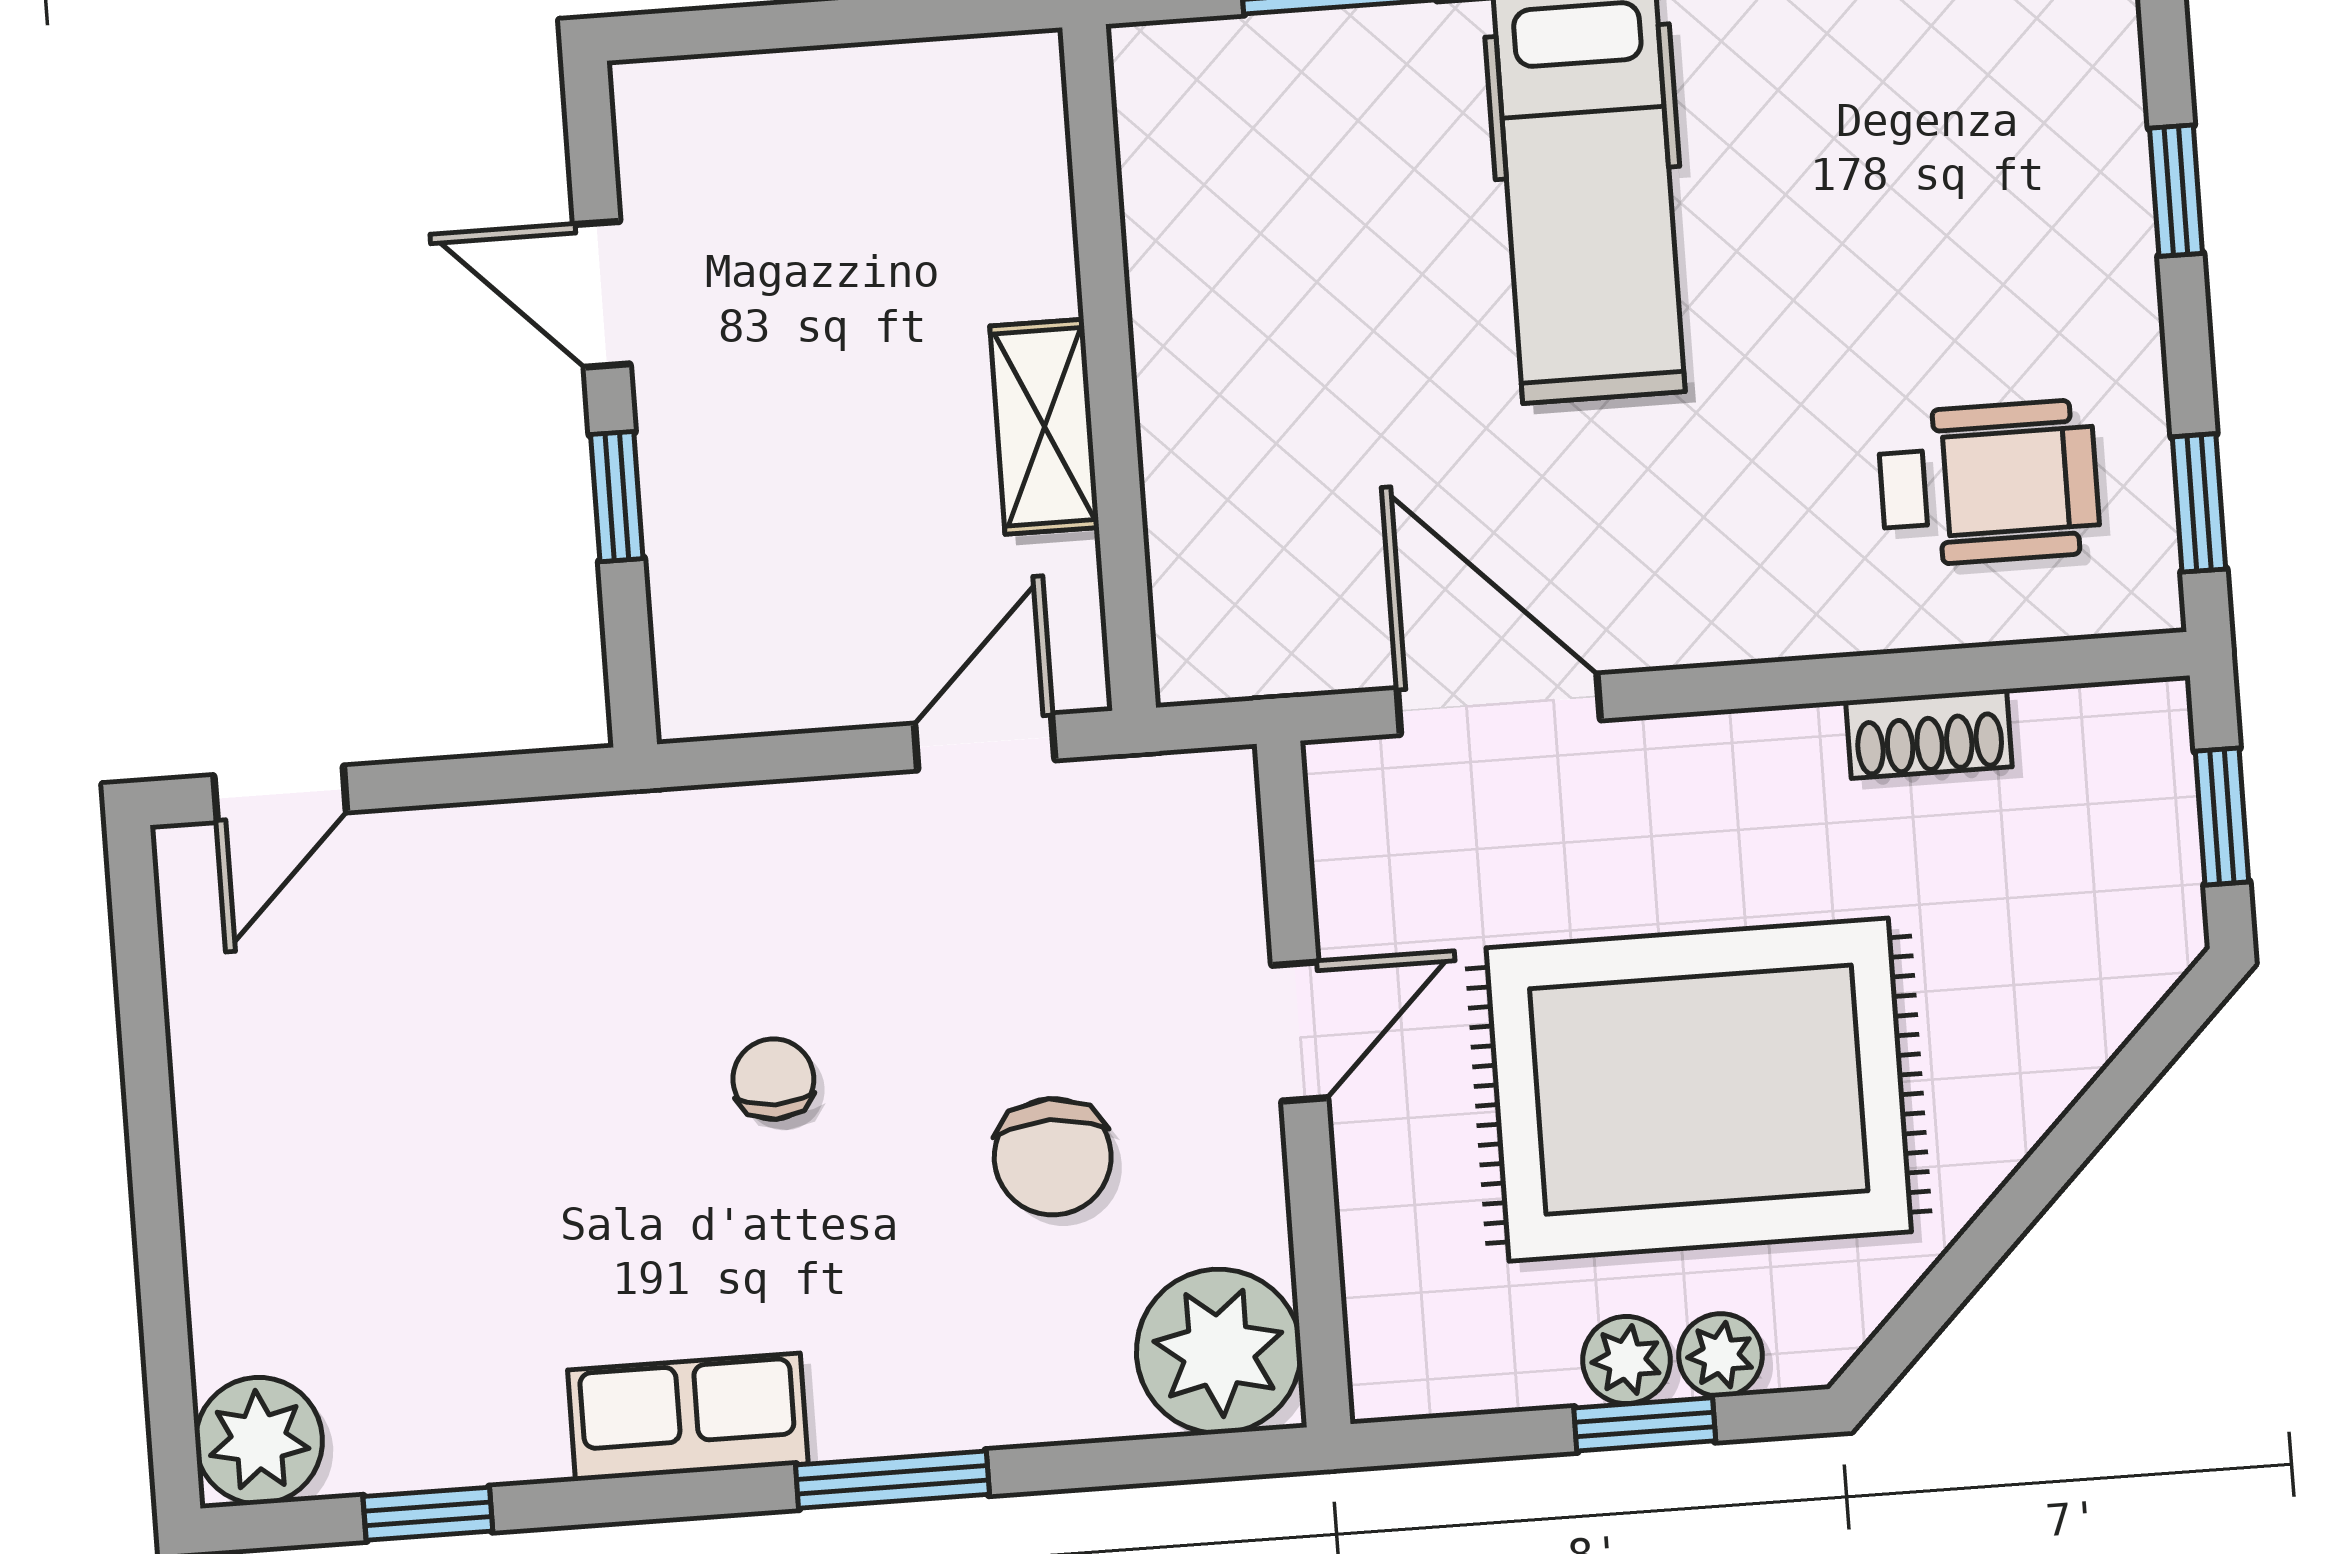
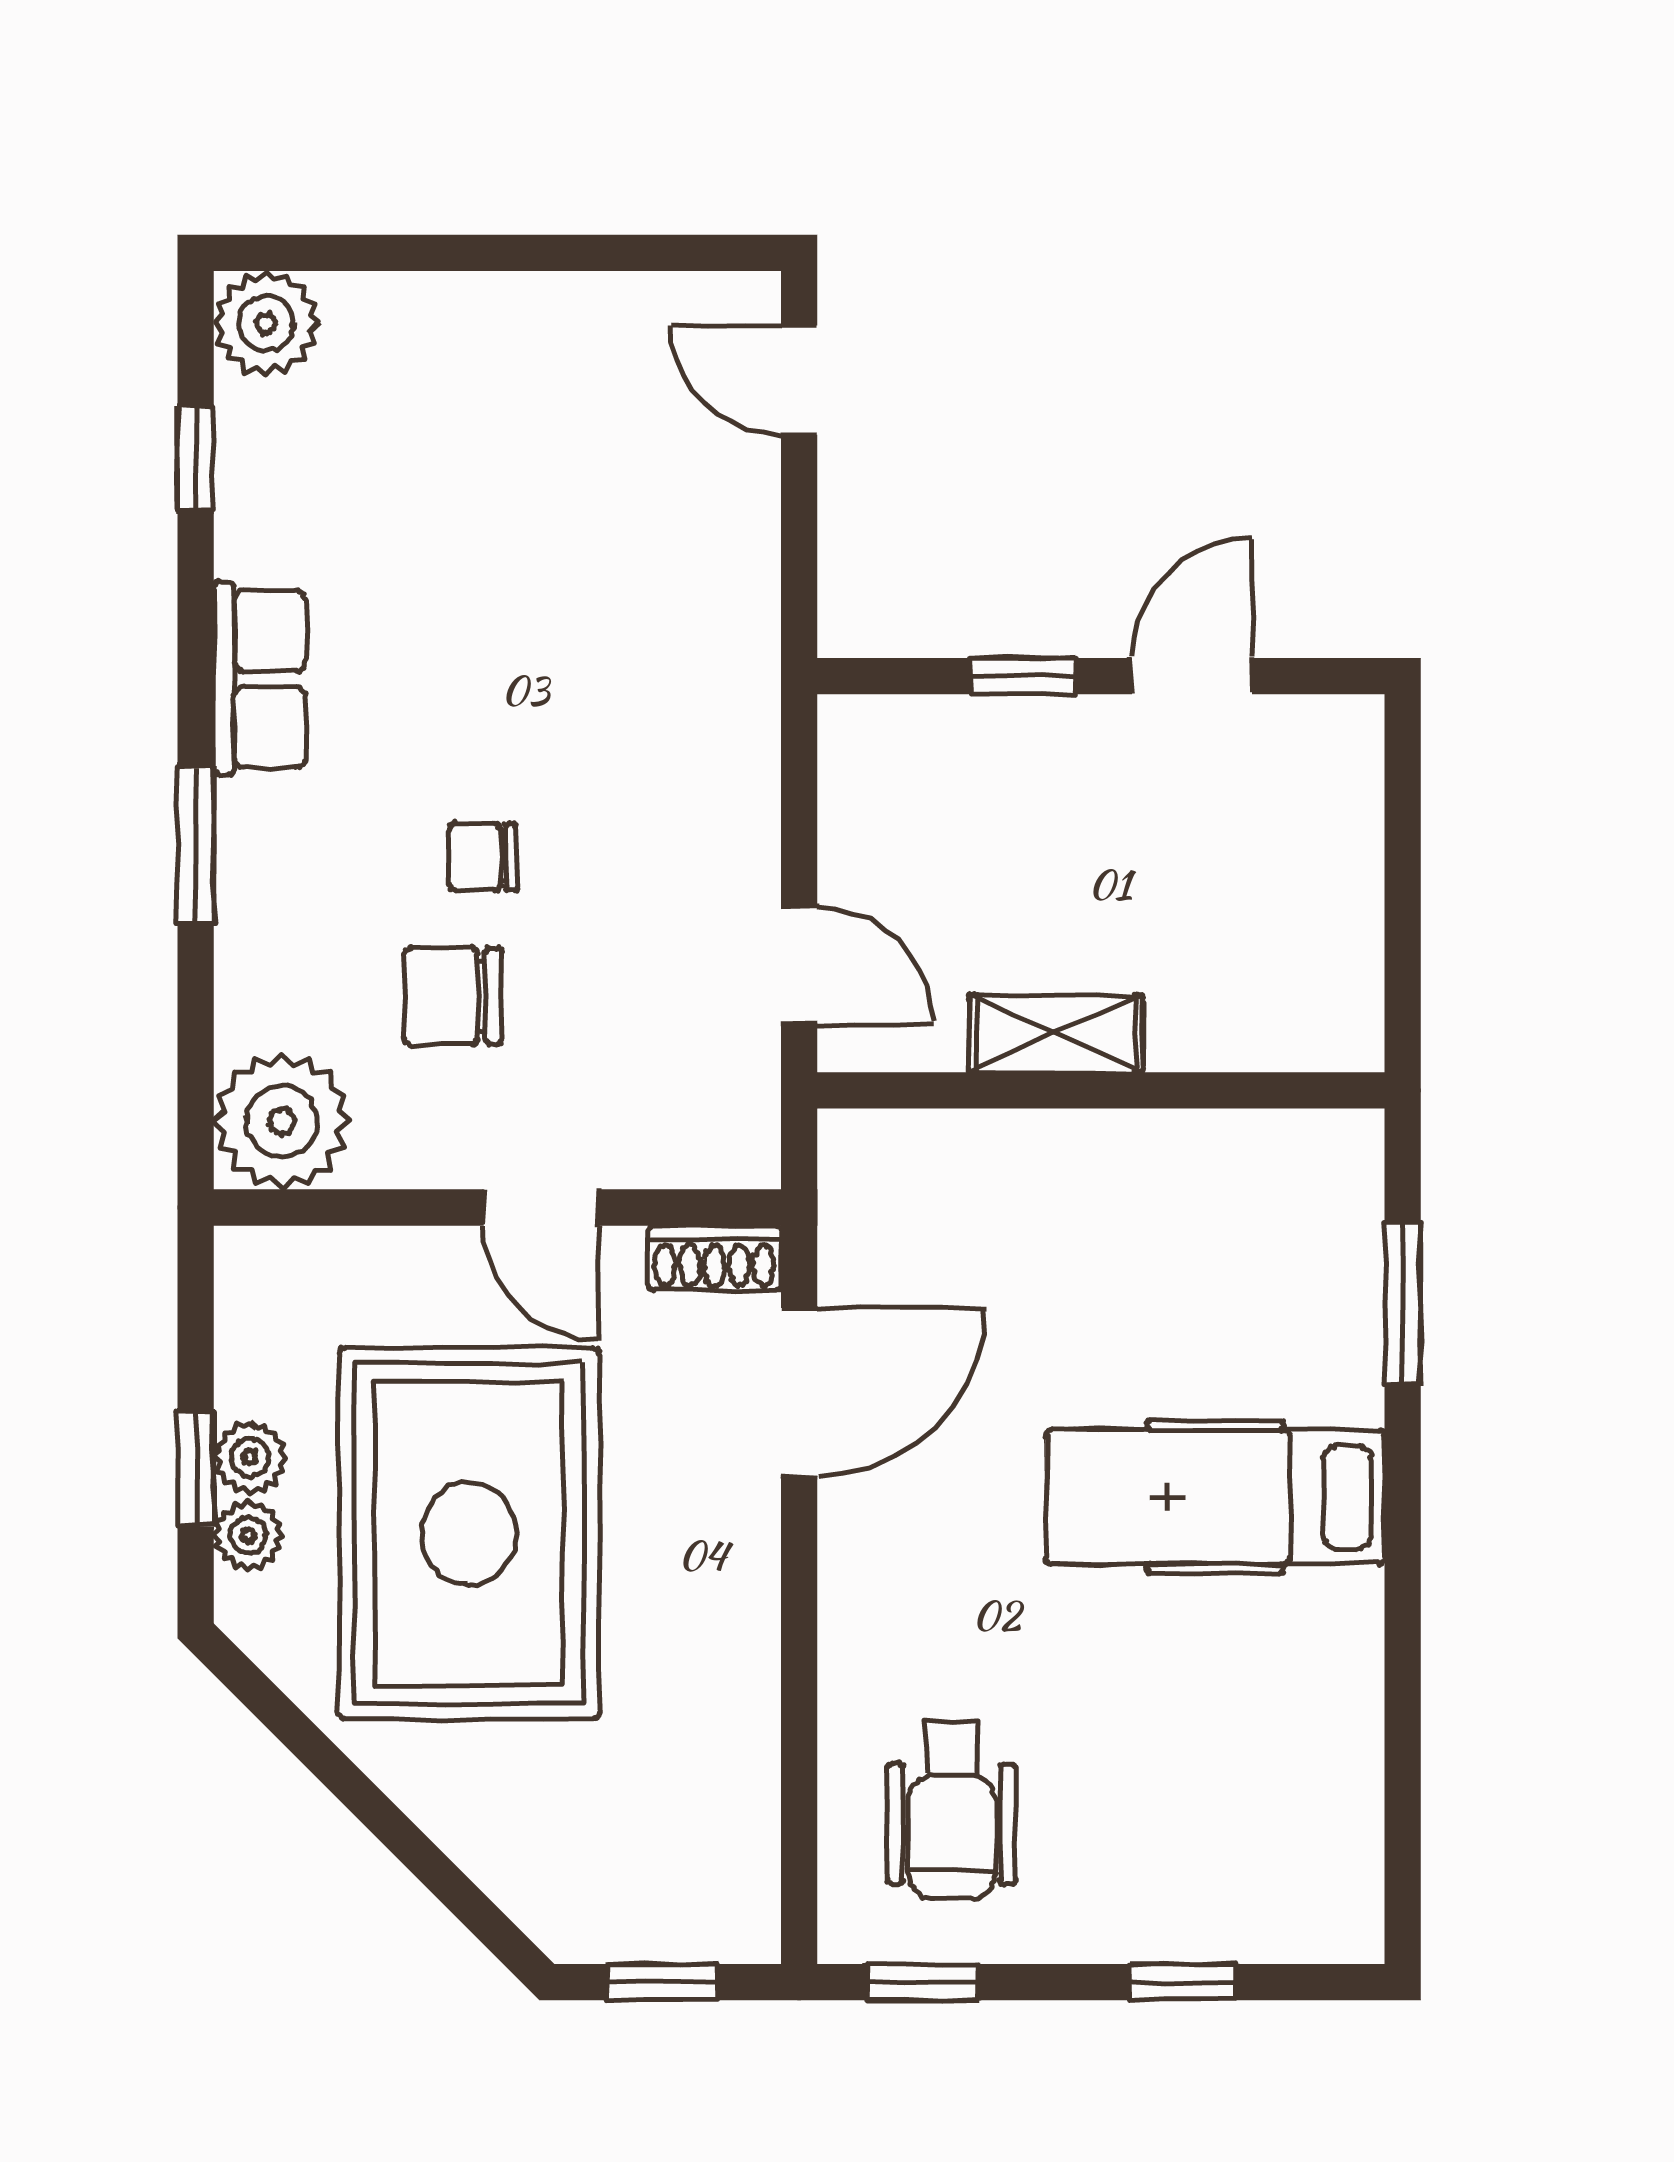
shoe rack: (1929, 734) -> (714, 1258), moved, turned -90
chair: (773, 1079) -> (483, 857), moved, turned 180

